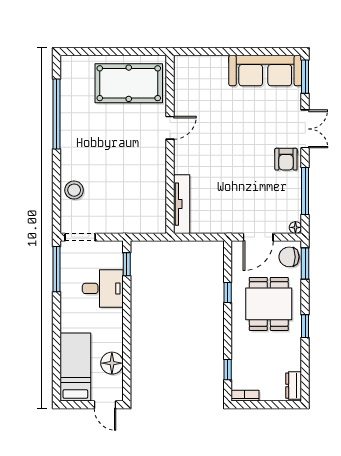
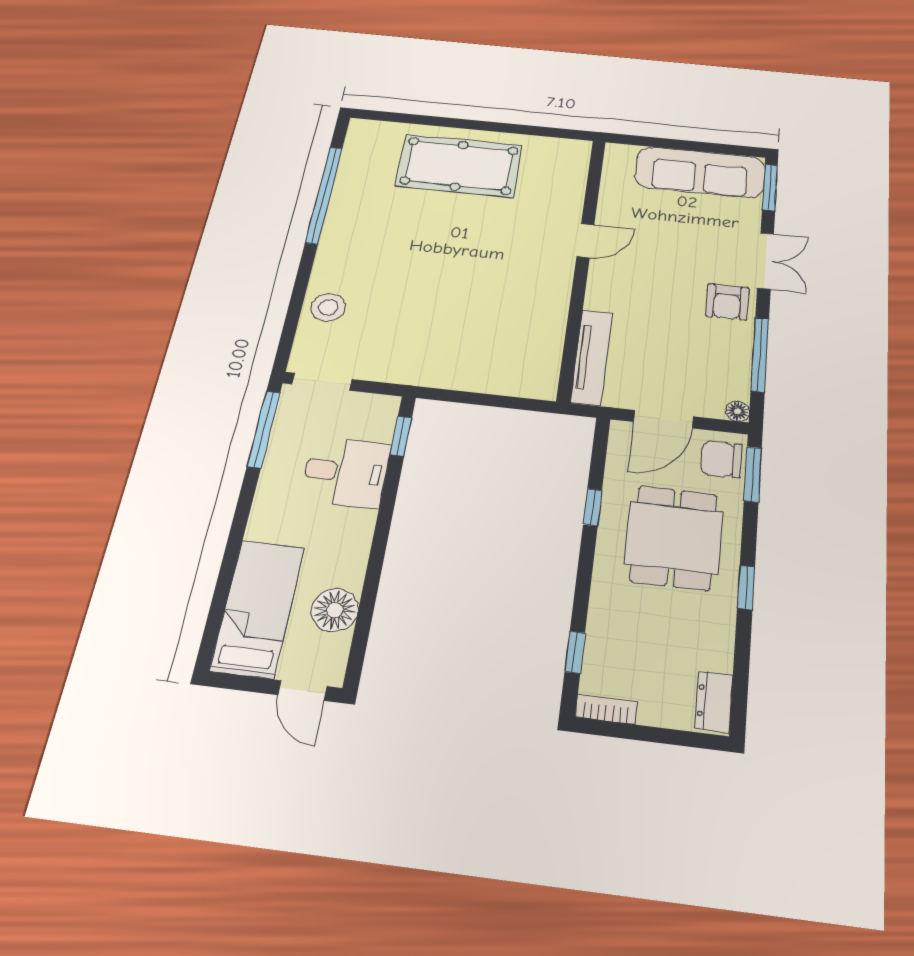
door: (170, 128) -> (585, 241), moved
wall: (170, 144) -> (582, 265), moved
tv unit: (182, 204) -> (591, 357), moved

